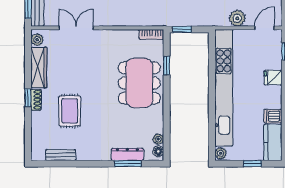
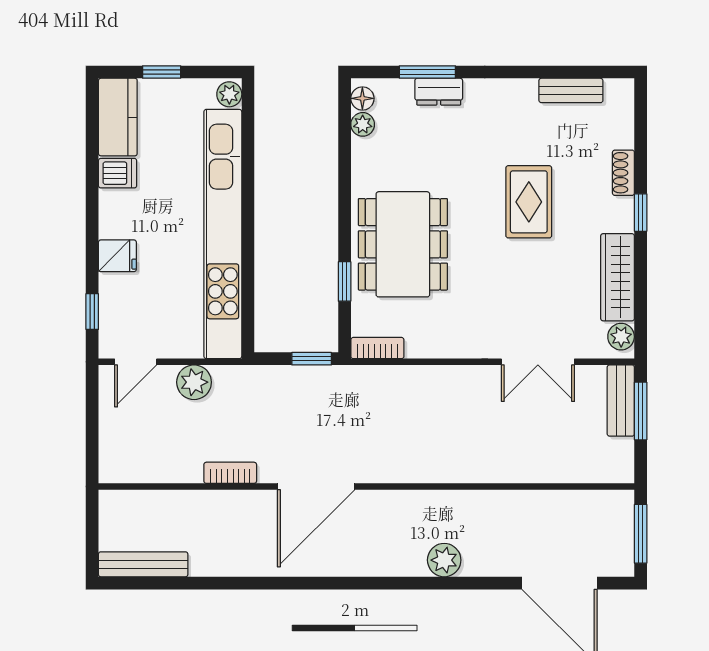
shoe rack: (36, 100) -> (623, 173), moved
rug: (70, 111) -> (529, 202), moved
dresser: (127, 154) -> (439, 92), width x0.70

